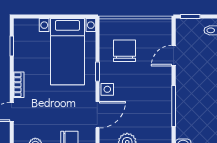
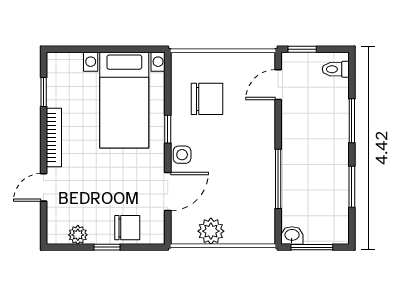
chair: (124, 51) -> (207, 99), turned 90
door: (174, 56) -> (278, 85), moved
bookcase: (19, 85) -> (54, 137), width x1.56

